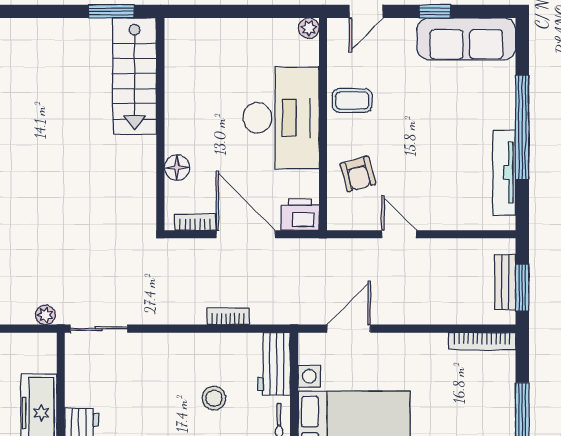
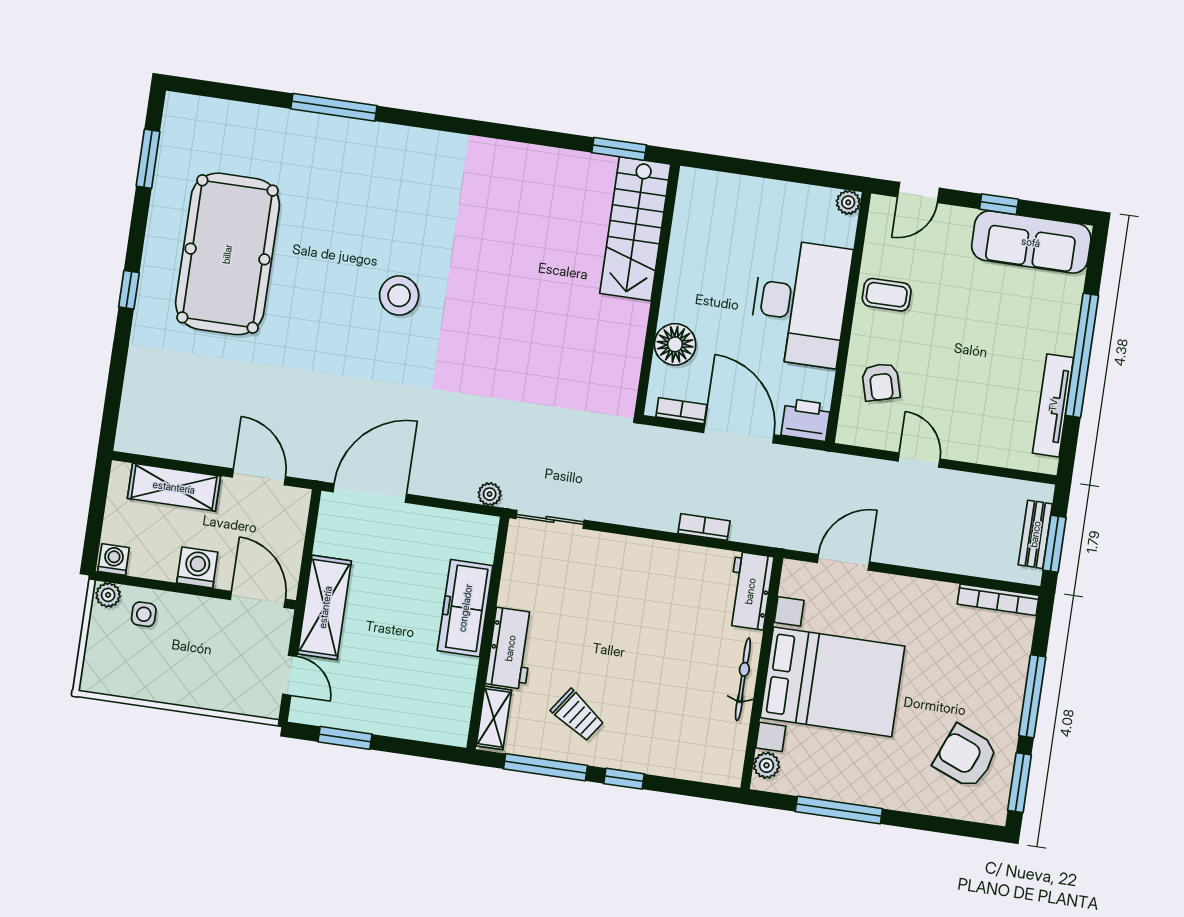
floor lamp: (177, 168) -> (675, 344), width x1.38, depth x1.38
stool: (214, 398) -> (673, 621), removed

